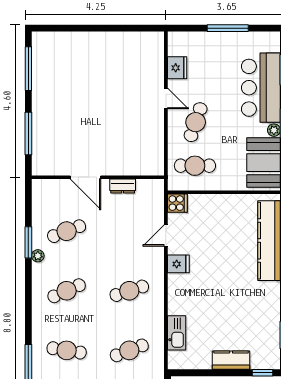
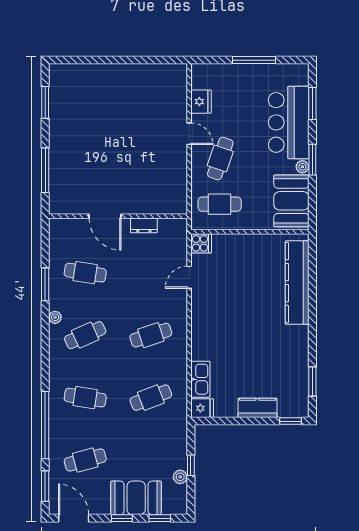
window: (28, 69) -> (45, 102), width x0.69
cafe table: (67, 231) -> (85, 273), turned 30
plant: (38, 256) -> (55, 317), moved
fridge: (178, 264) -> (202, 408), moved

